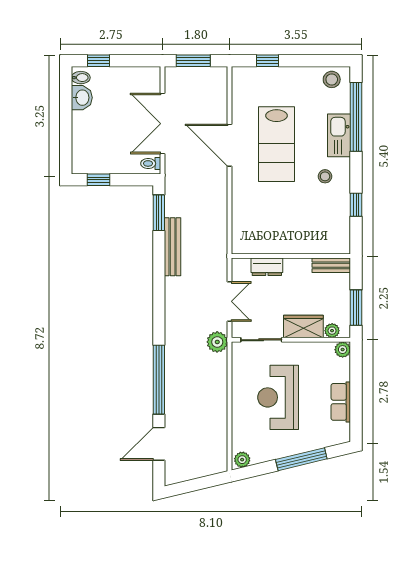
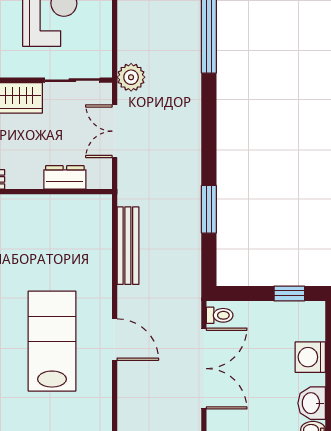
washing machine: (83, 132) -> (310, 357), added
door: (230, 145) -> (115, 340), width x0.73
window: (159, 213) -> (209, 209), moved
bench: (173, 247) -> (128, 246), moved

